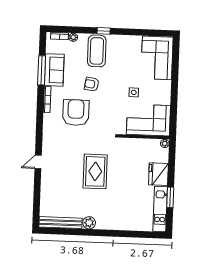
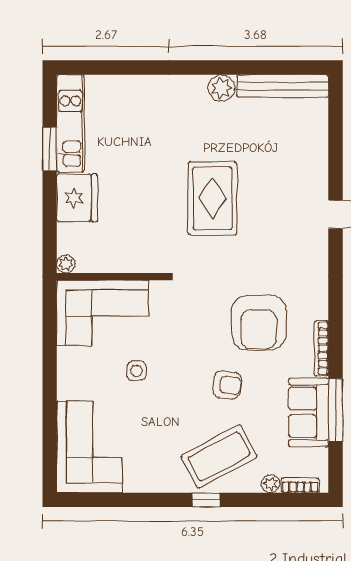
coffee table: (97, 51) -> (219, 456), turned 62

